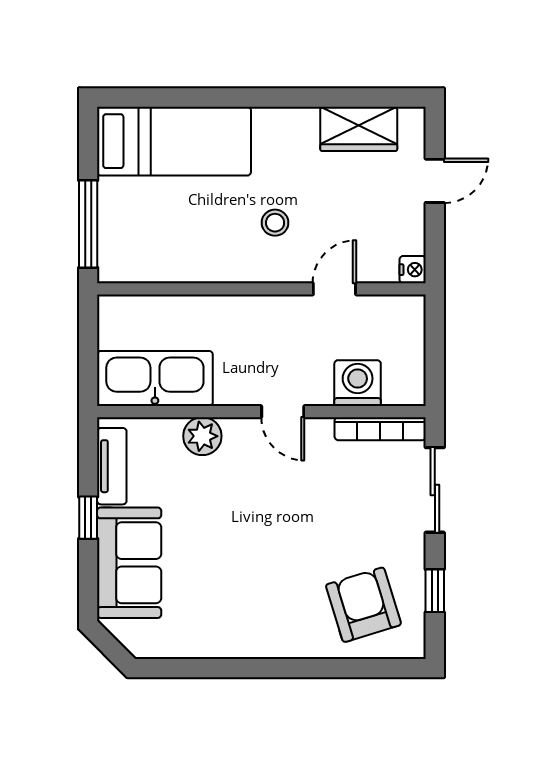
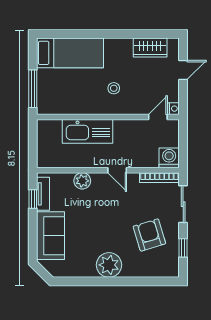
door: (334, 289) -> (158, 117), moved
kitchen sink: (155, 379) -> (87, 131), moved, turned 180
washing machine: (358, 383) -> (169, 158), moved
window: (88, 518) -> (33, 199), moved
armchair: (363, 605) -> (149, 235), moved
plant: (264, 630) -> (109, 265), added

